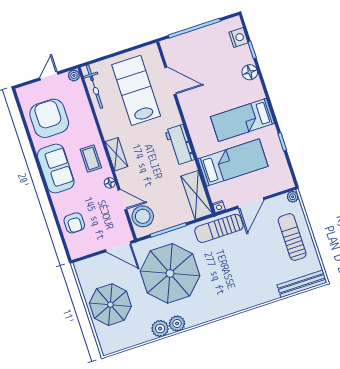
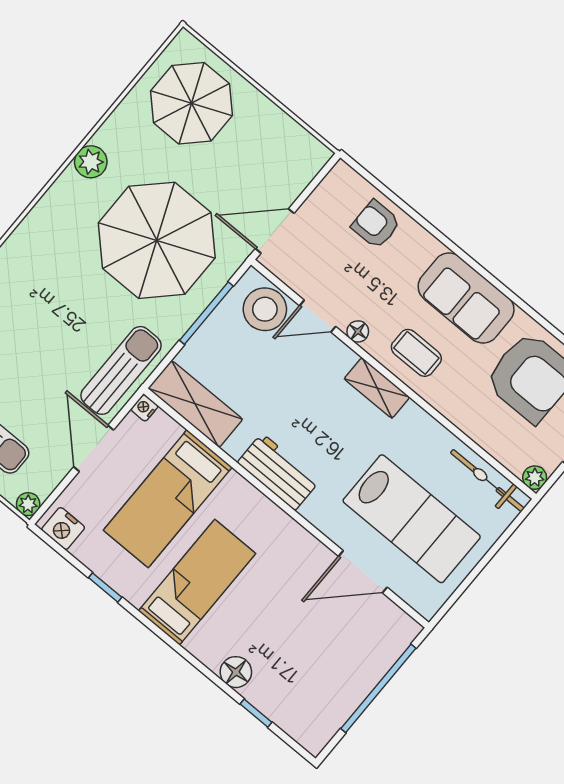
nightstand: (238, 38) -> (63, 529), moved
parasol: (110, 305) -> (191, 103), moved
plant: (160, 329) -> (115, 135), removed

